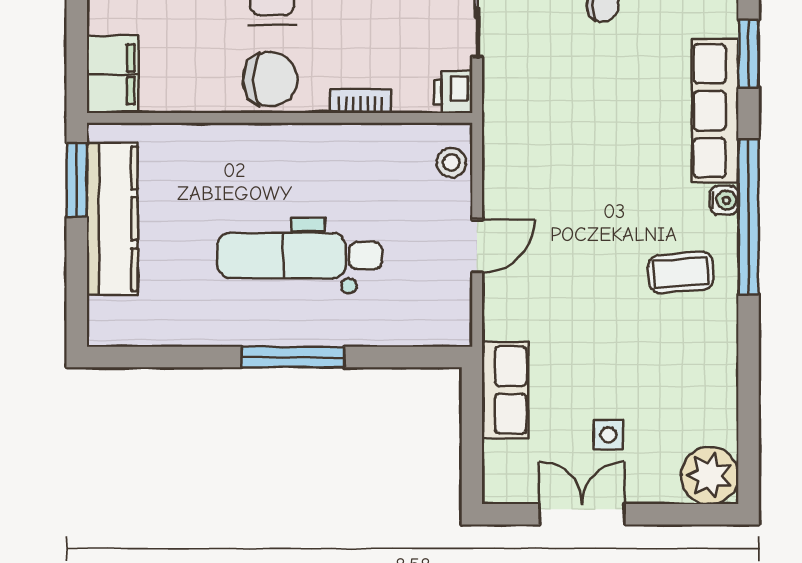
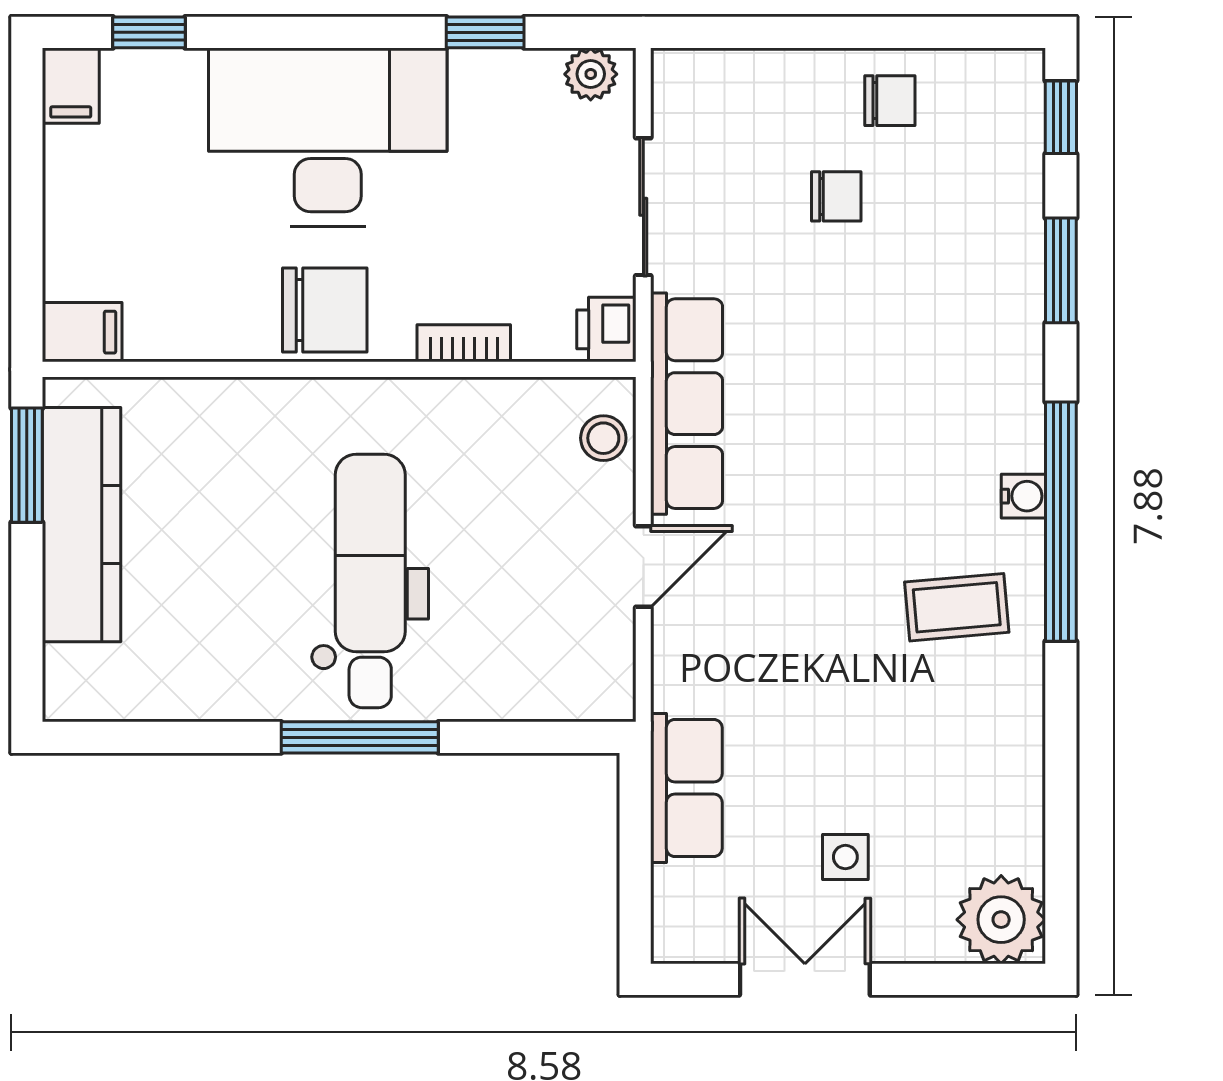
filing cabinet: (113, 74) -> (82, 332), width x0.50
row of seats: (715, 111) -> (687, 404), moved, turned 180
dental chair: (300, 255) -> (370, 581), turned 90

